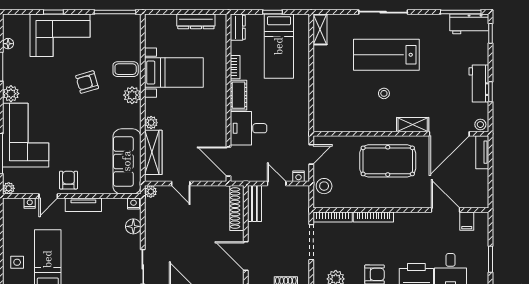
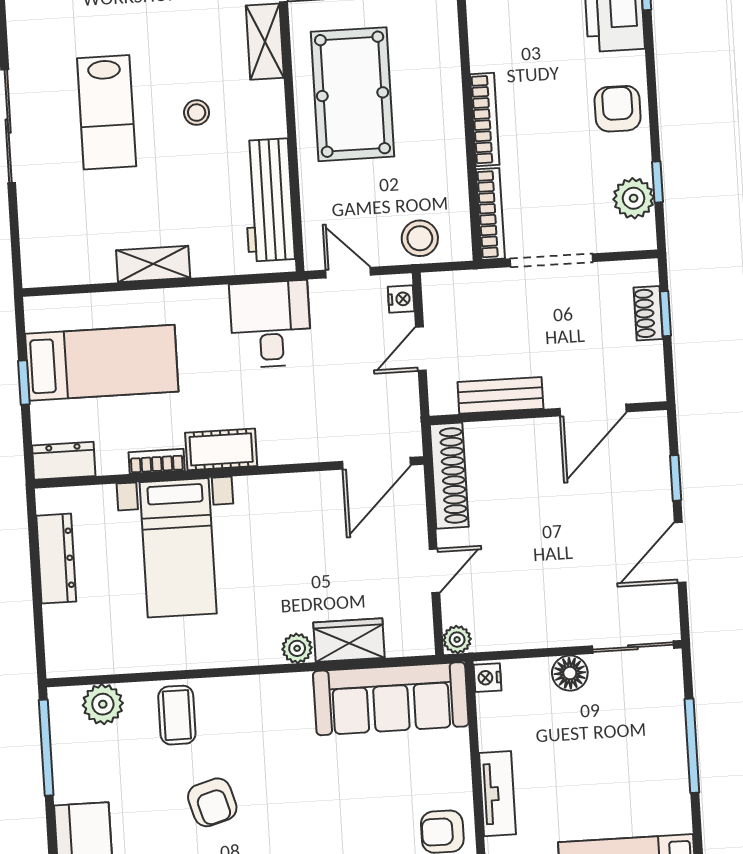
shelving: (320, 29) -> (153, 264), moved
lab bench: (386, 55) -> (107, 112), width x0.73, depth x0.72
bed with nightstands: (174, 73) -> (178, 548), moved, turned 180
plant: (132, 95) -> (103, 704), moved
workbench: (345, 122) -> (269, 200), added
desk: (249, 128) -> (270, 324), moved, turned 180
wardrobe: (153, 152) -> (349, 640), width x0.67
bench: (254, 204) -> (500, 395), moved
shoe rack: (237, 208) -> (449, 476), moved, turned -90
floor lamp: (133, 226) -> (570, 673), moved

